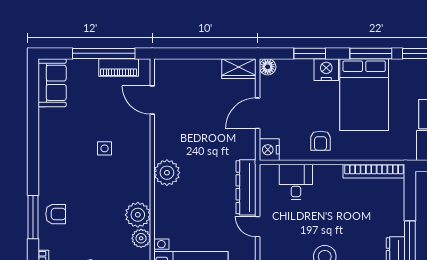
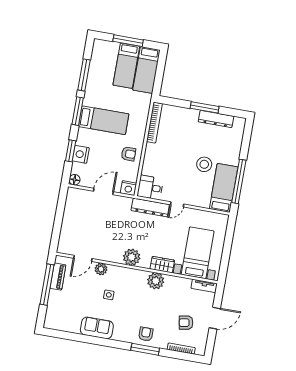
wardrobe: (239, 69) -> (162, 265), moved, turned -90
nightstand: (326, 70) -> (81, 154), moved
sofa: (52, 83) -> (97, 328), moved
bed: (364, 95) -> (104, 120), width x0.67
door: (258, 113) -> (103, 191), swing flipped
desk: (296, 182) -> (150, 187), moved
plant: (141, 238) -> (101, 269), moved

